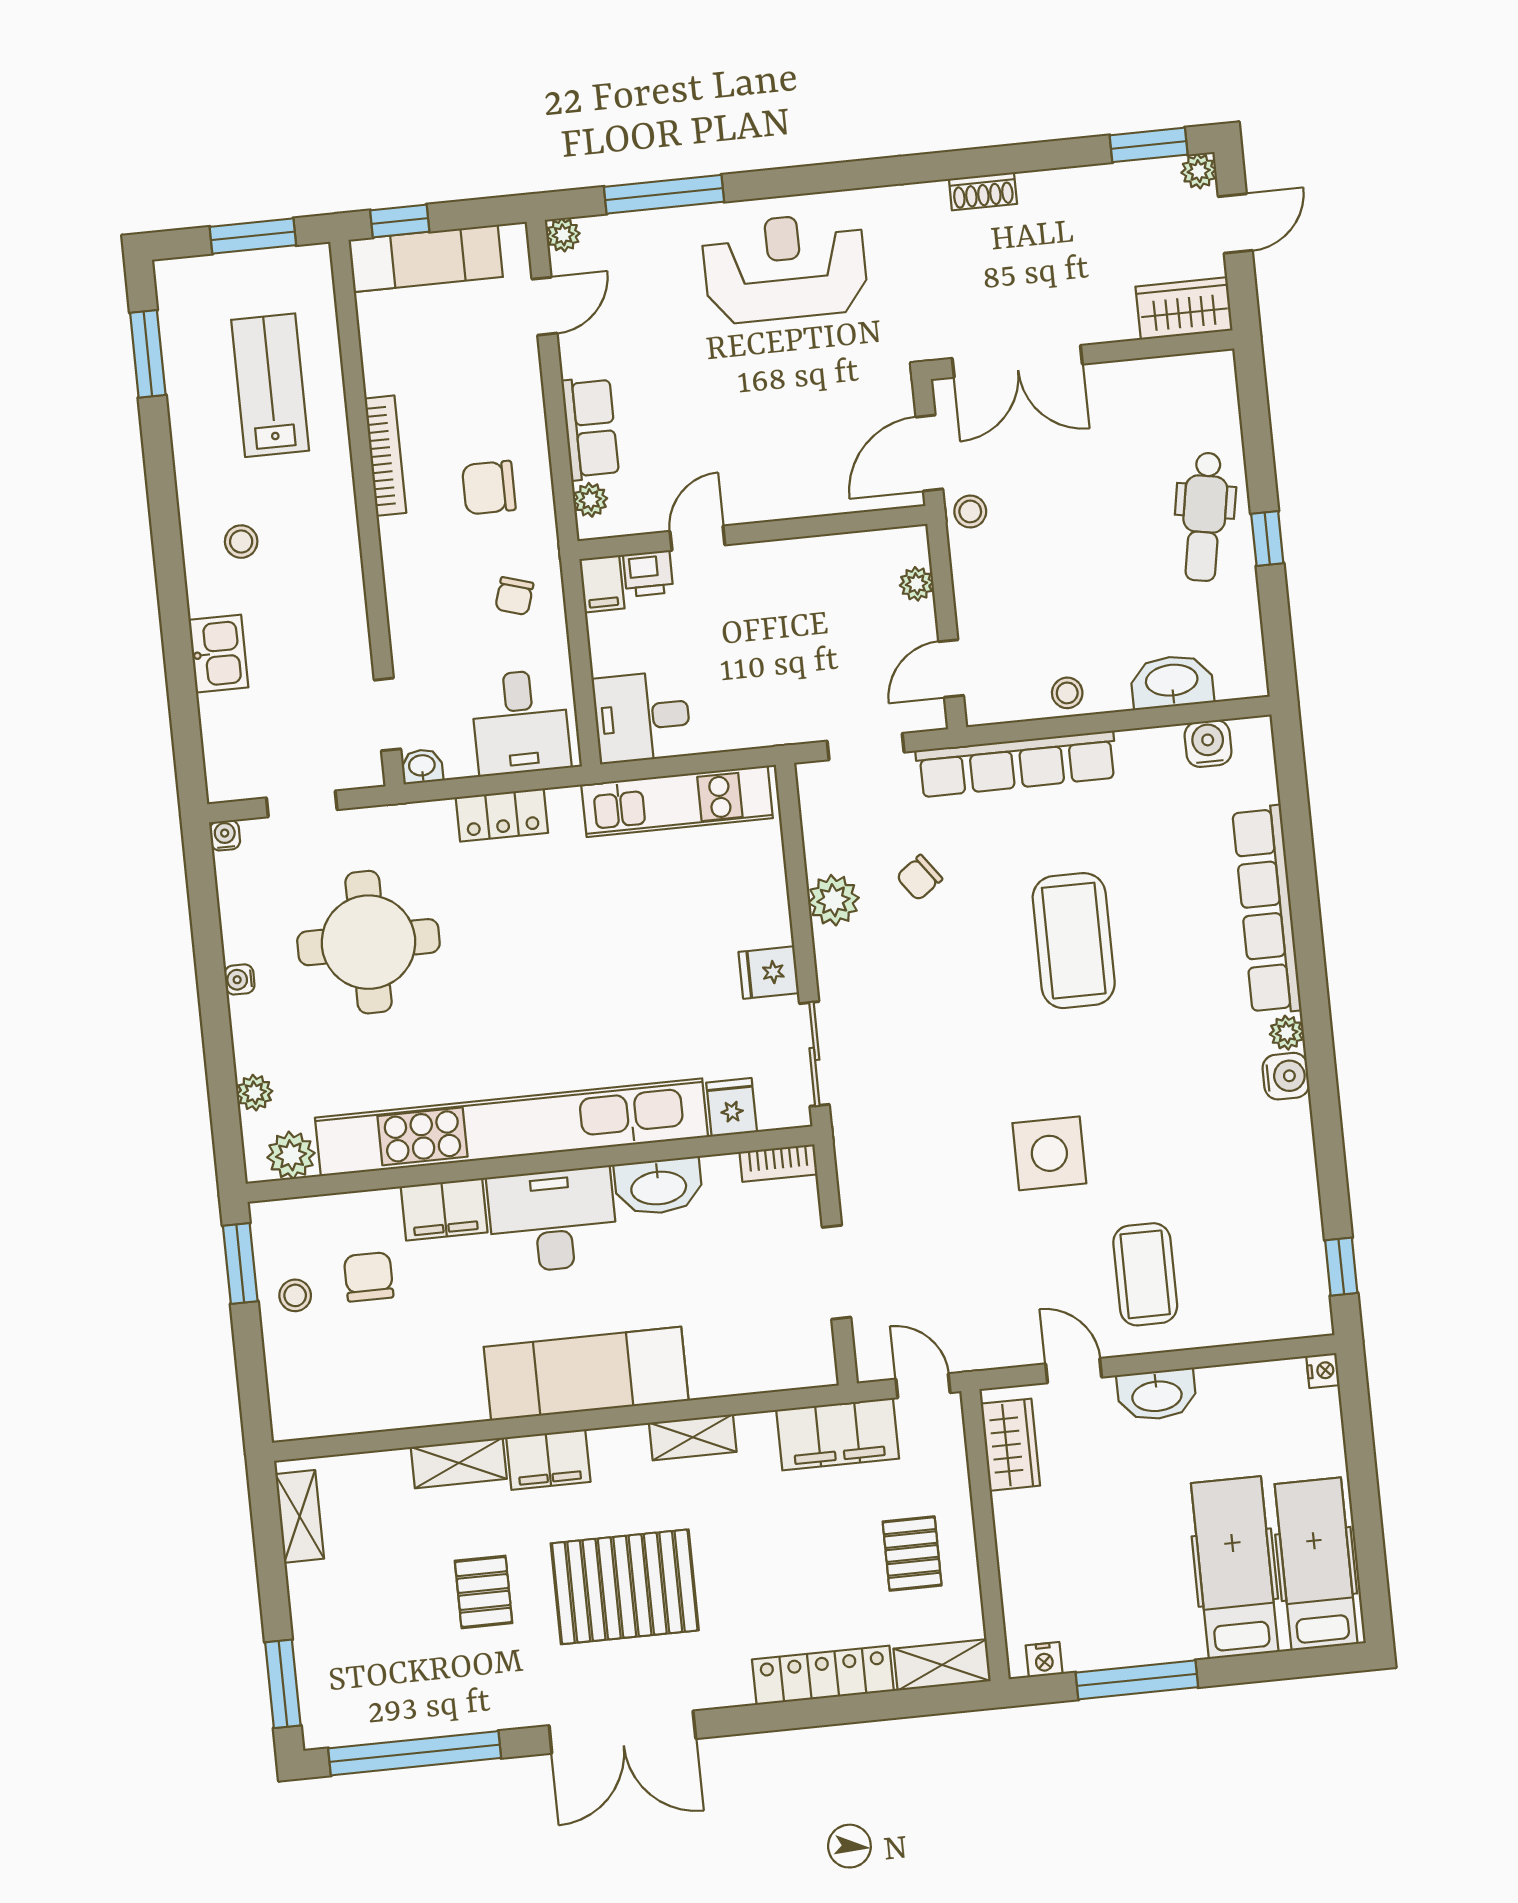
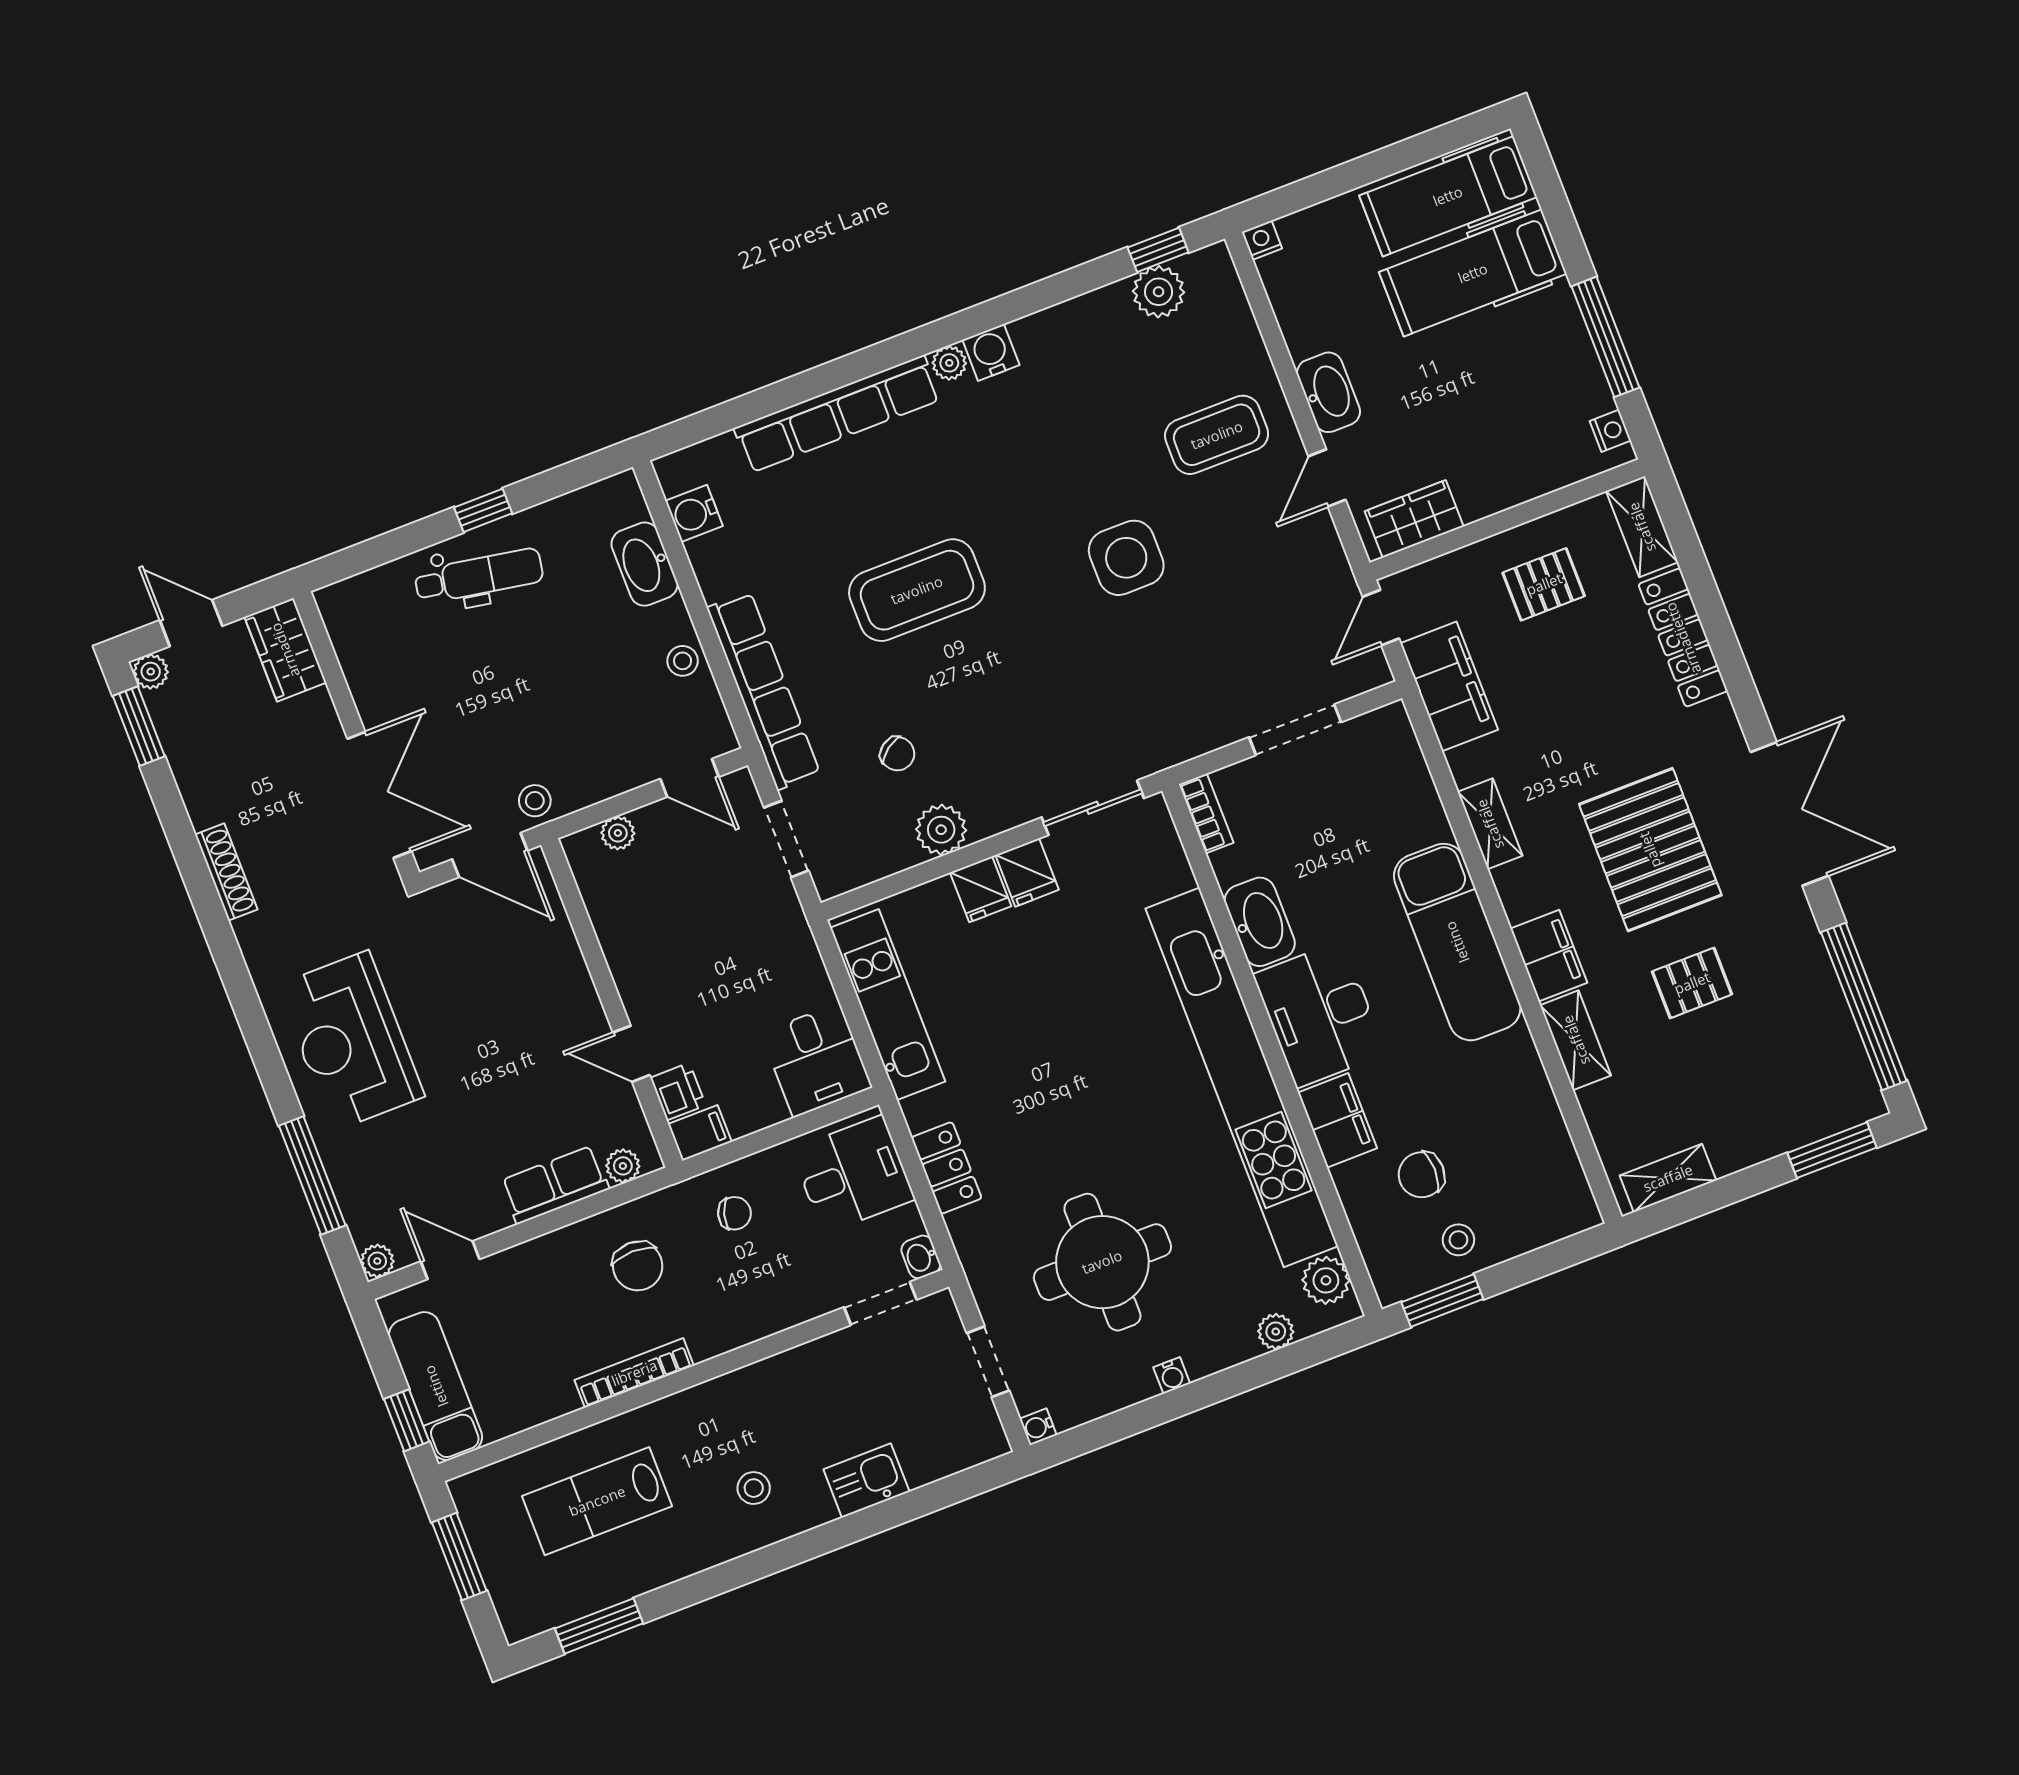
shoe rack: (983, 191) -> (226, 872), width x1.43
fridge: (732, 1107) -> (981, 889), moved, turned -90
plant: (1300, 1256) -> (1159, 292), added

